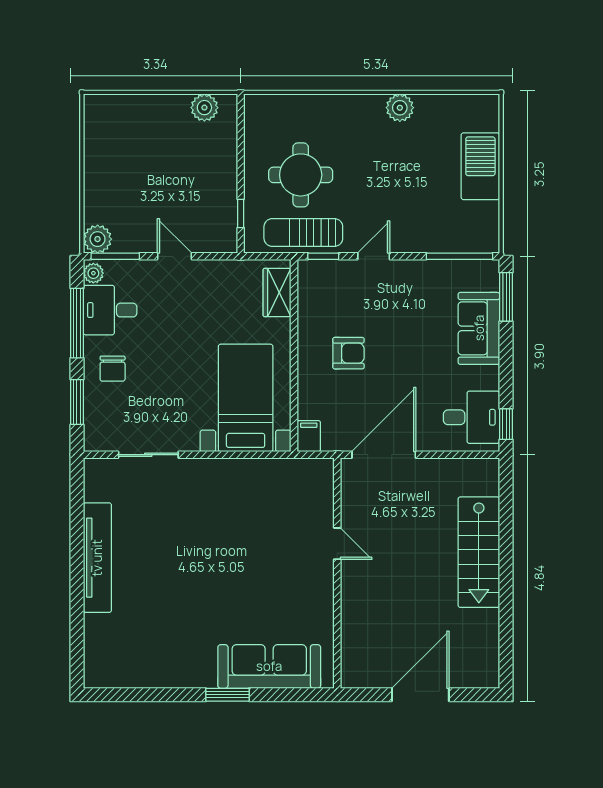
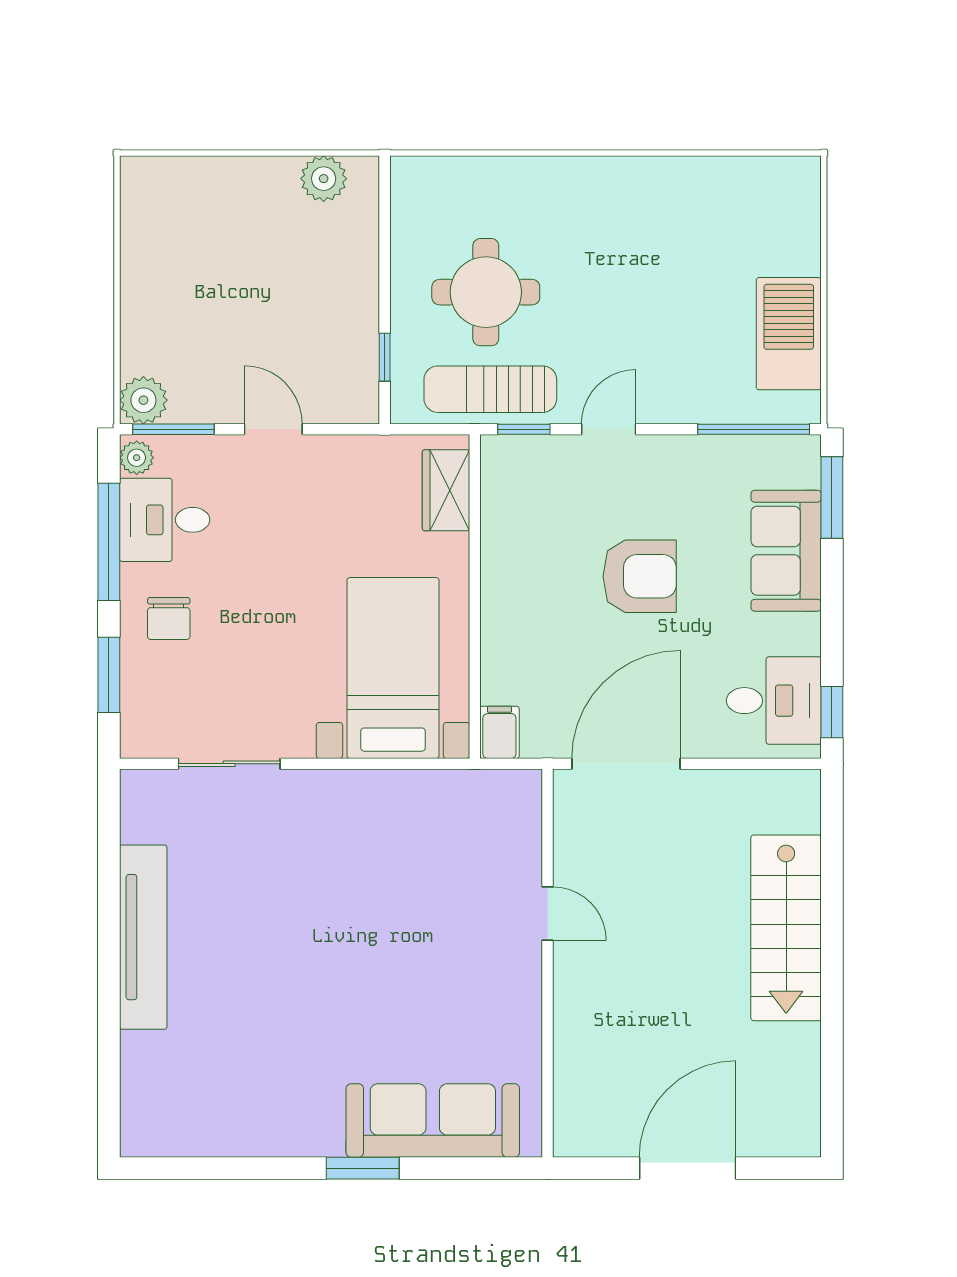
plant: (400, 108) -> (653, 179), removed
barbecue: (480, 166) -> (789, 334), moved
armchair: (348, 353) -> (640, 576), moved, width x1.38, depth x1.38

